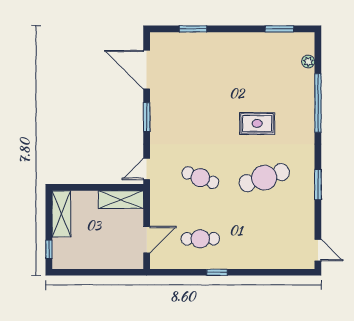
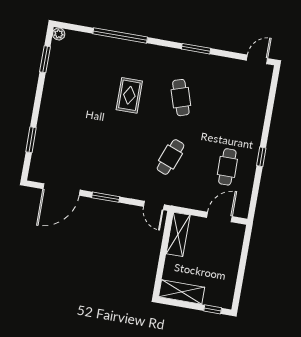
plant: (308, 62) -> (59, 34), moved
cafe table: (264, 178) -> (181, 98), width x0.73, depth x0.74
door: (147, 240) -> (219, 217), hinge flipped

